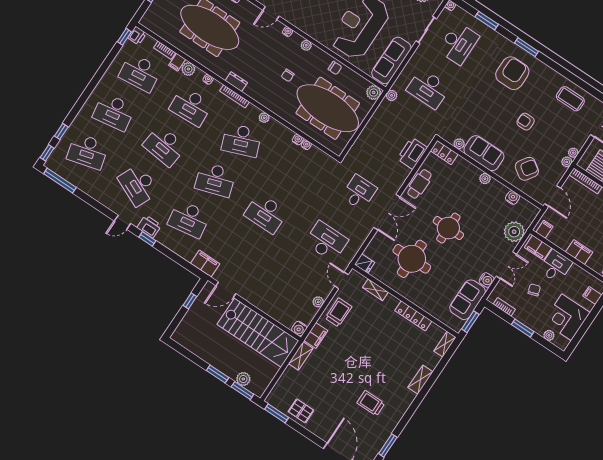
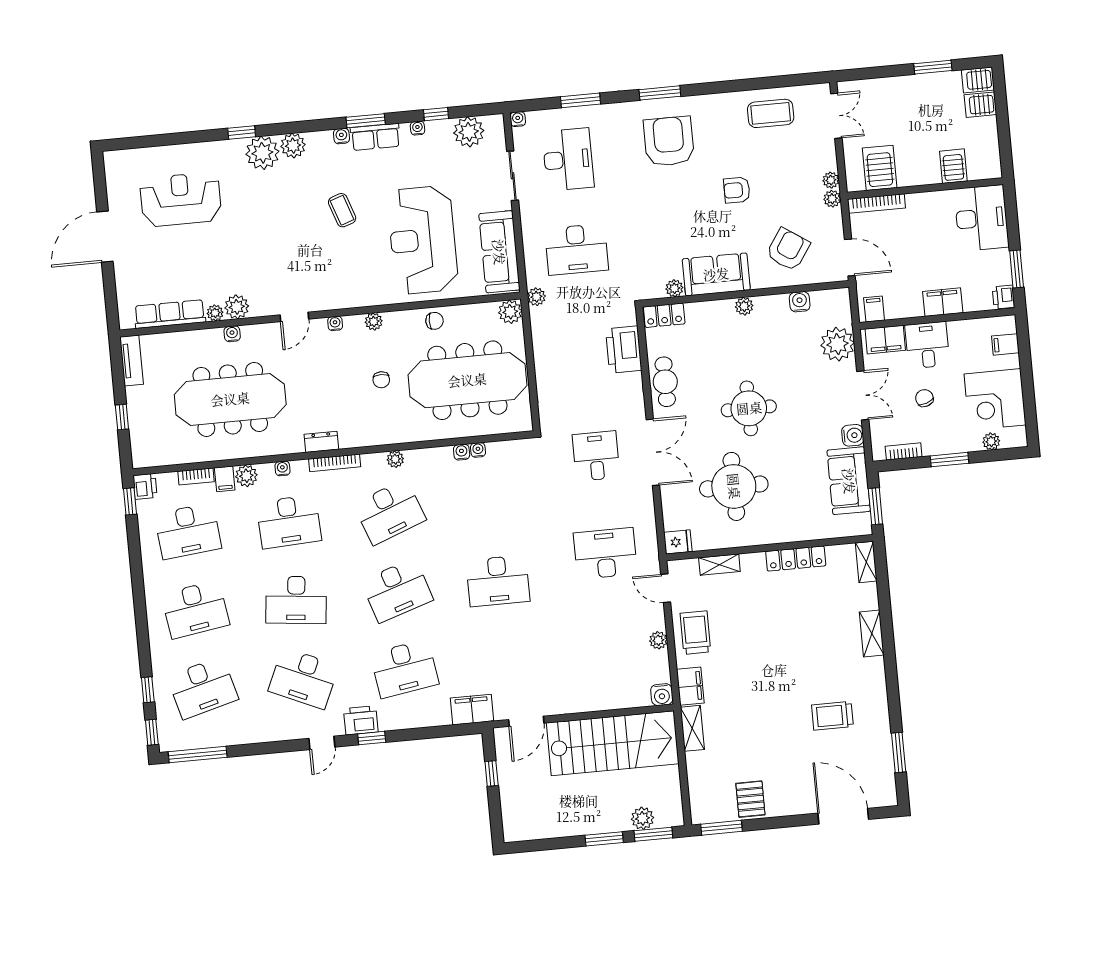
pallet: (301, 411) -> (750, 799), turned 90

